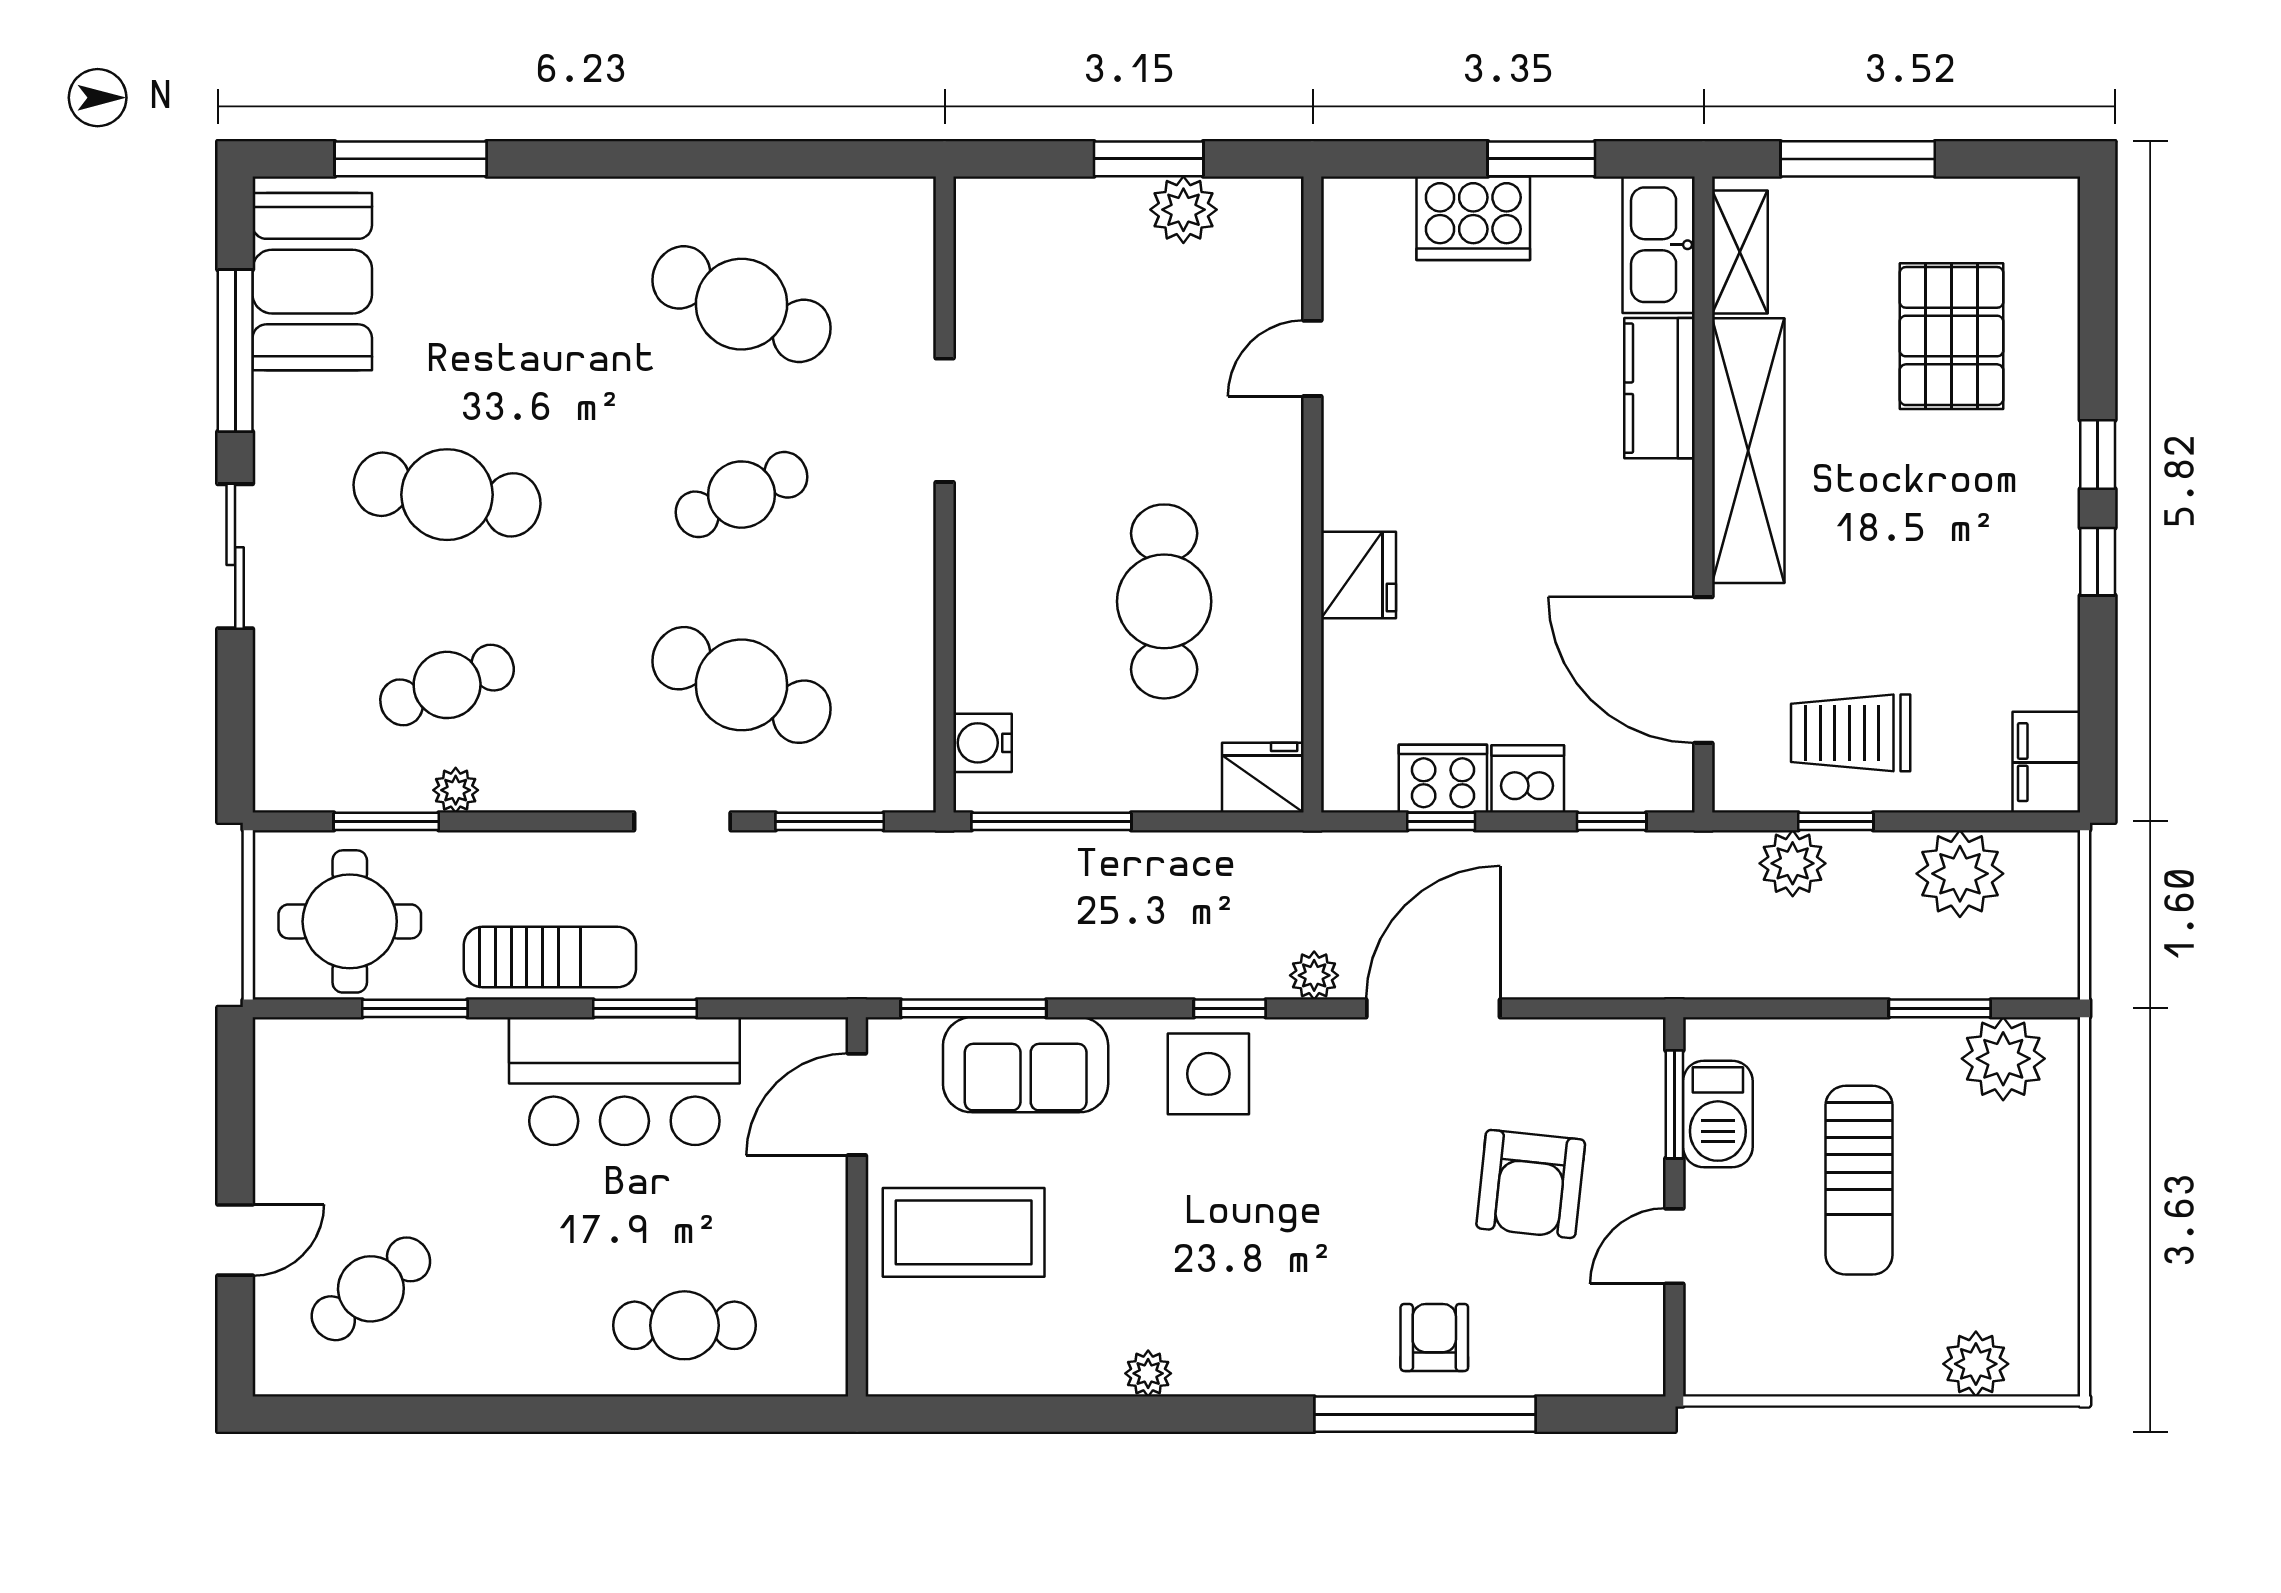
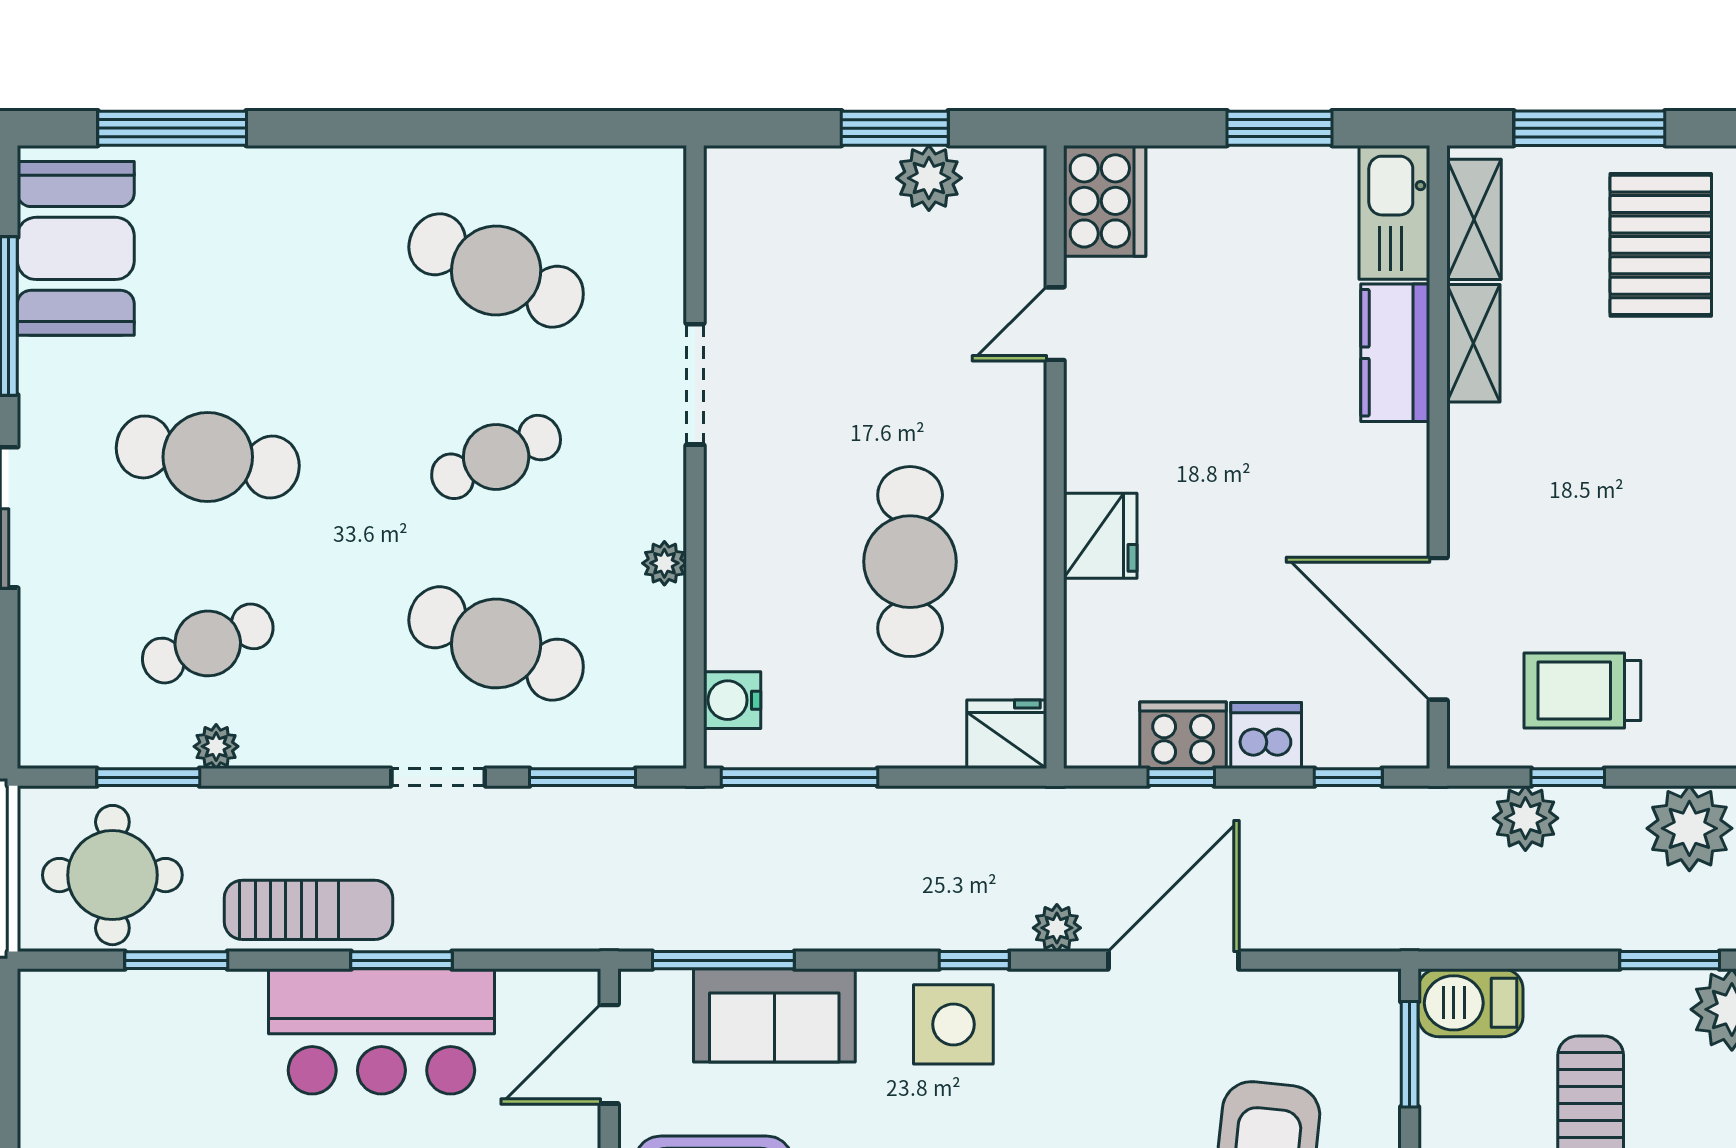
cooker: (1473, 218) -> (1105, 201), moved, turned -90
pallet: (1951, 336) -> (1661, 245), moved
shelving: (1748, 451) -> (1473, 343), width x0.45, depth x0.75
plant: (913, 603) -> (664, 563), added
barbecue: (1718, 1114) -> (1470, 1003), moved, turned 90

